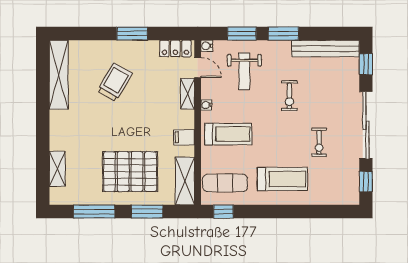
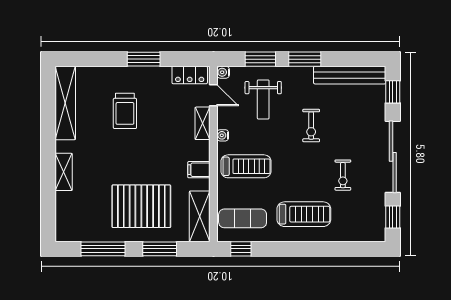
trolley: (115, 82) -> (125, 111), turned 150
shelving: (57, 169) -> (64, 172), moved

